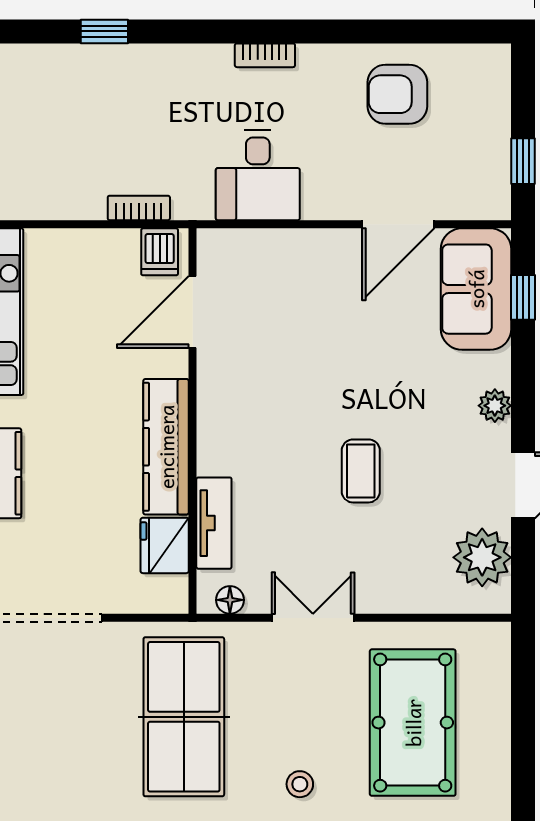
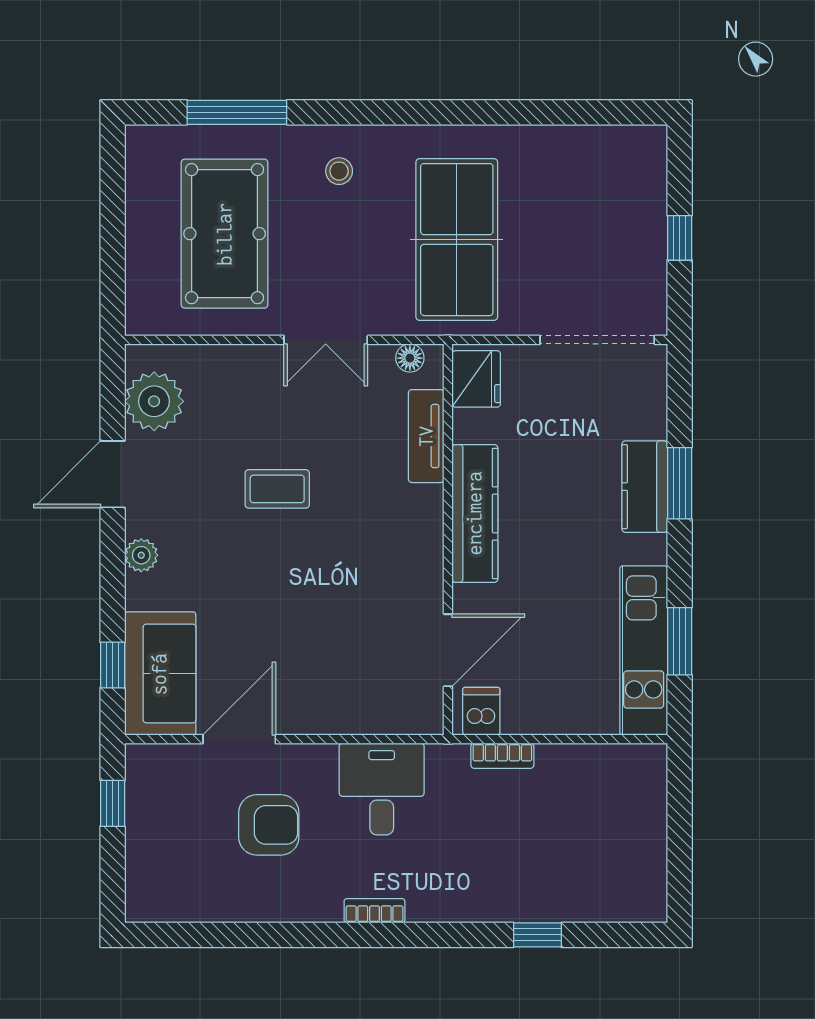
armchair: (397, 94) -> (269, 825), moved
coffee table: (361, 471) -> (277, 489), turned 90
fridge: (165, 545) -> (476, 379), moved

